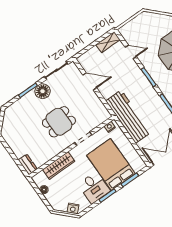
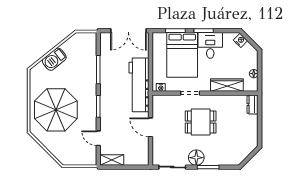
door: (90, 81) -> (151, 127), moved

